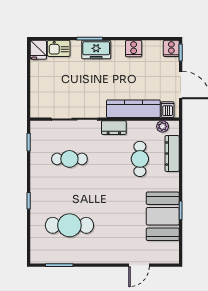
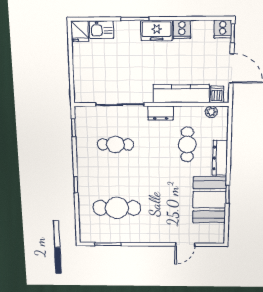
freezer: (96, 50) -> (157, 31), moved
dresser: (172, 154) -> (220, 158), moved

